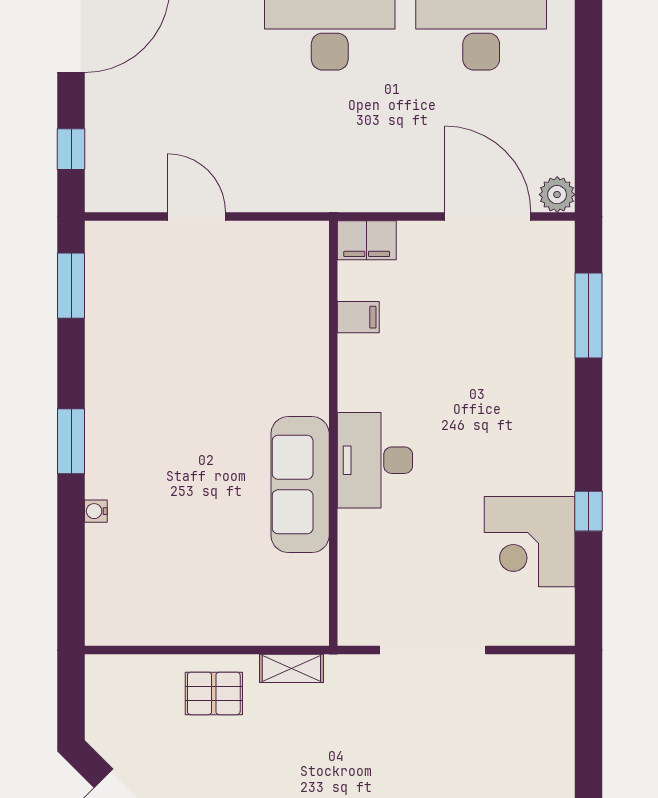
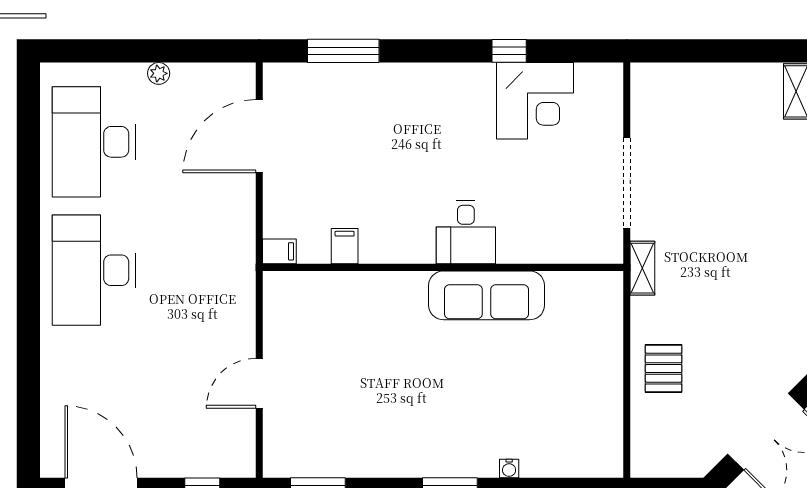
plant: (557, 195) -> (159, 73), moved, width x0.73, depth x0.73
filing cabinet: (367, 240) -> (279, 251), width x0.50
desk: (375, 460) -> (466, 232), width x0.73
shelving: (291, 668) -> (642, 268), moved

